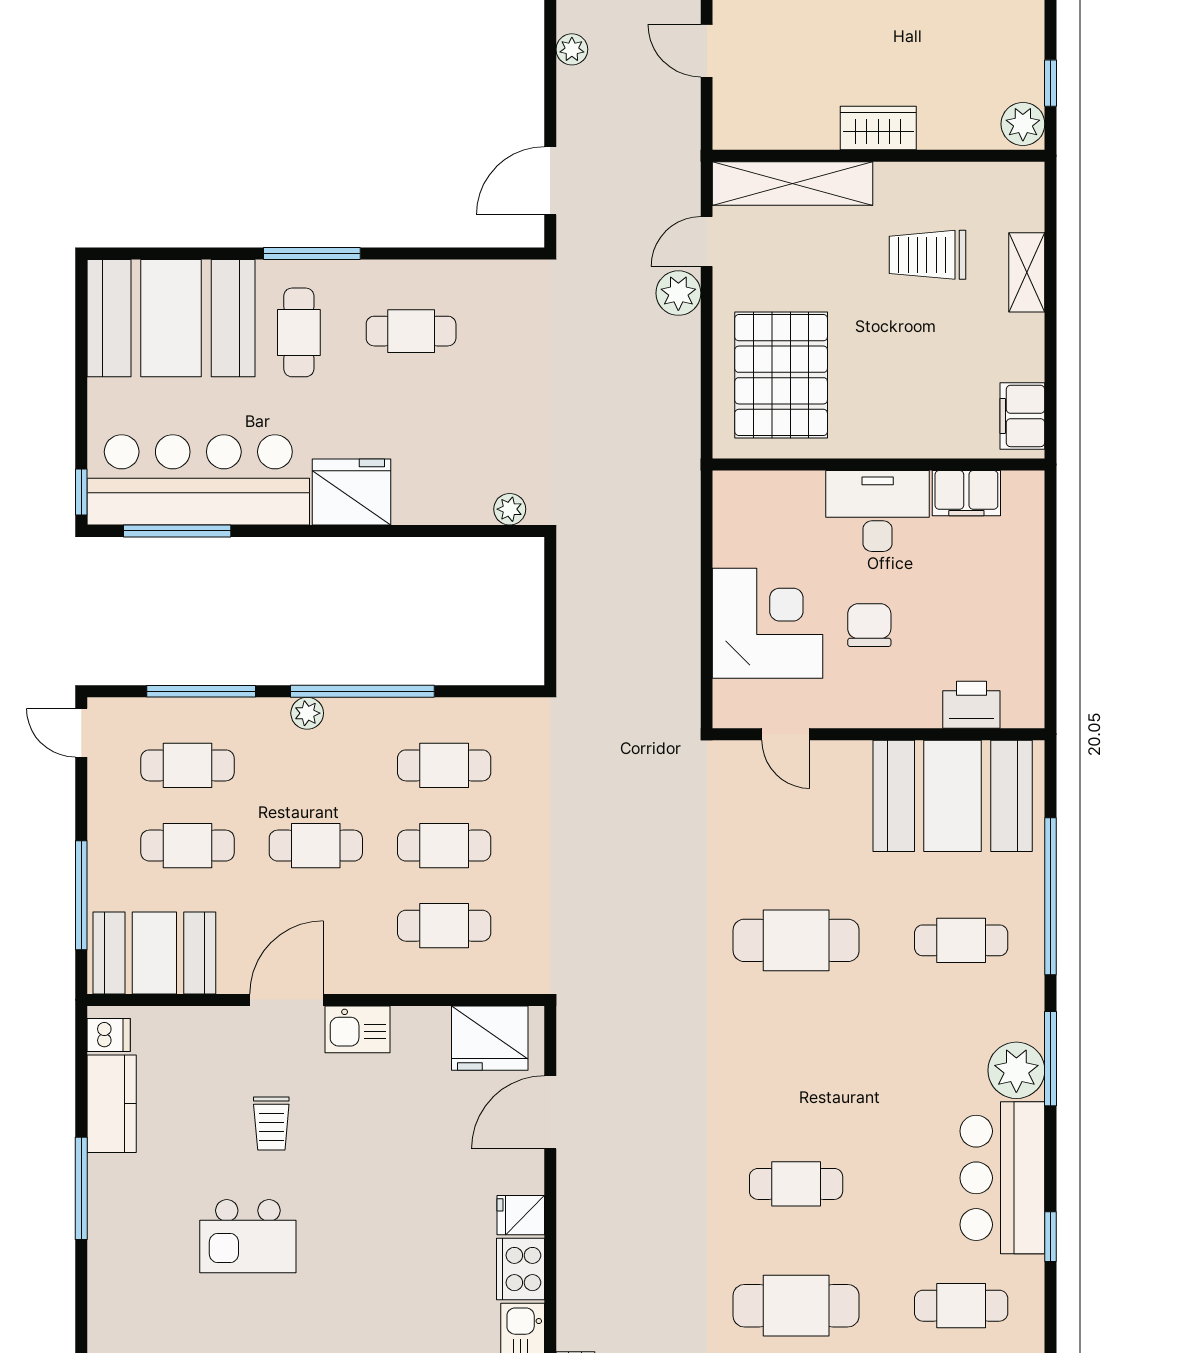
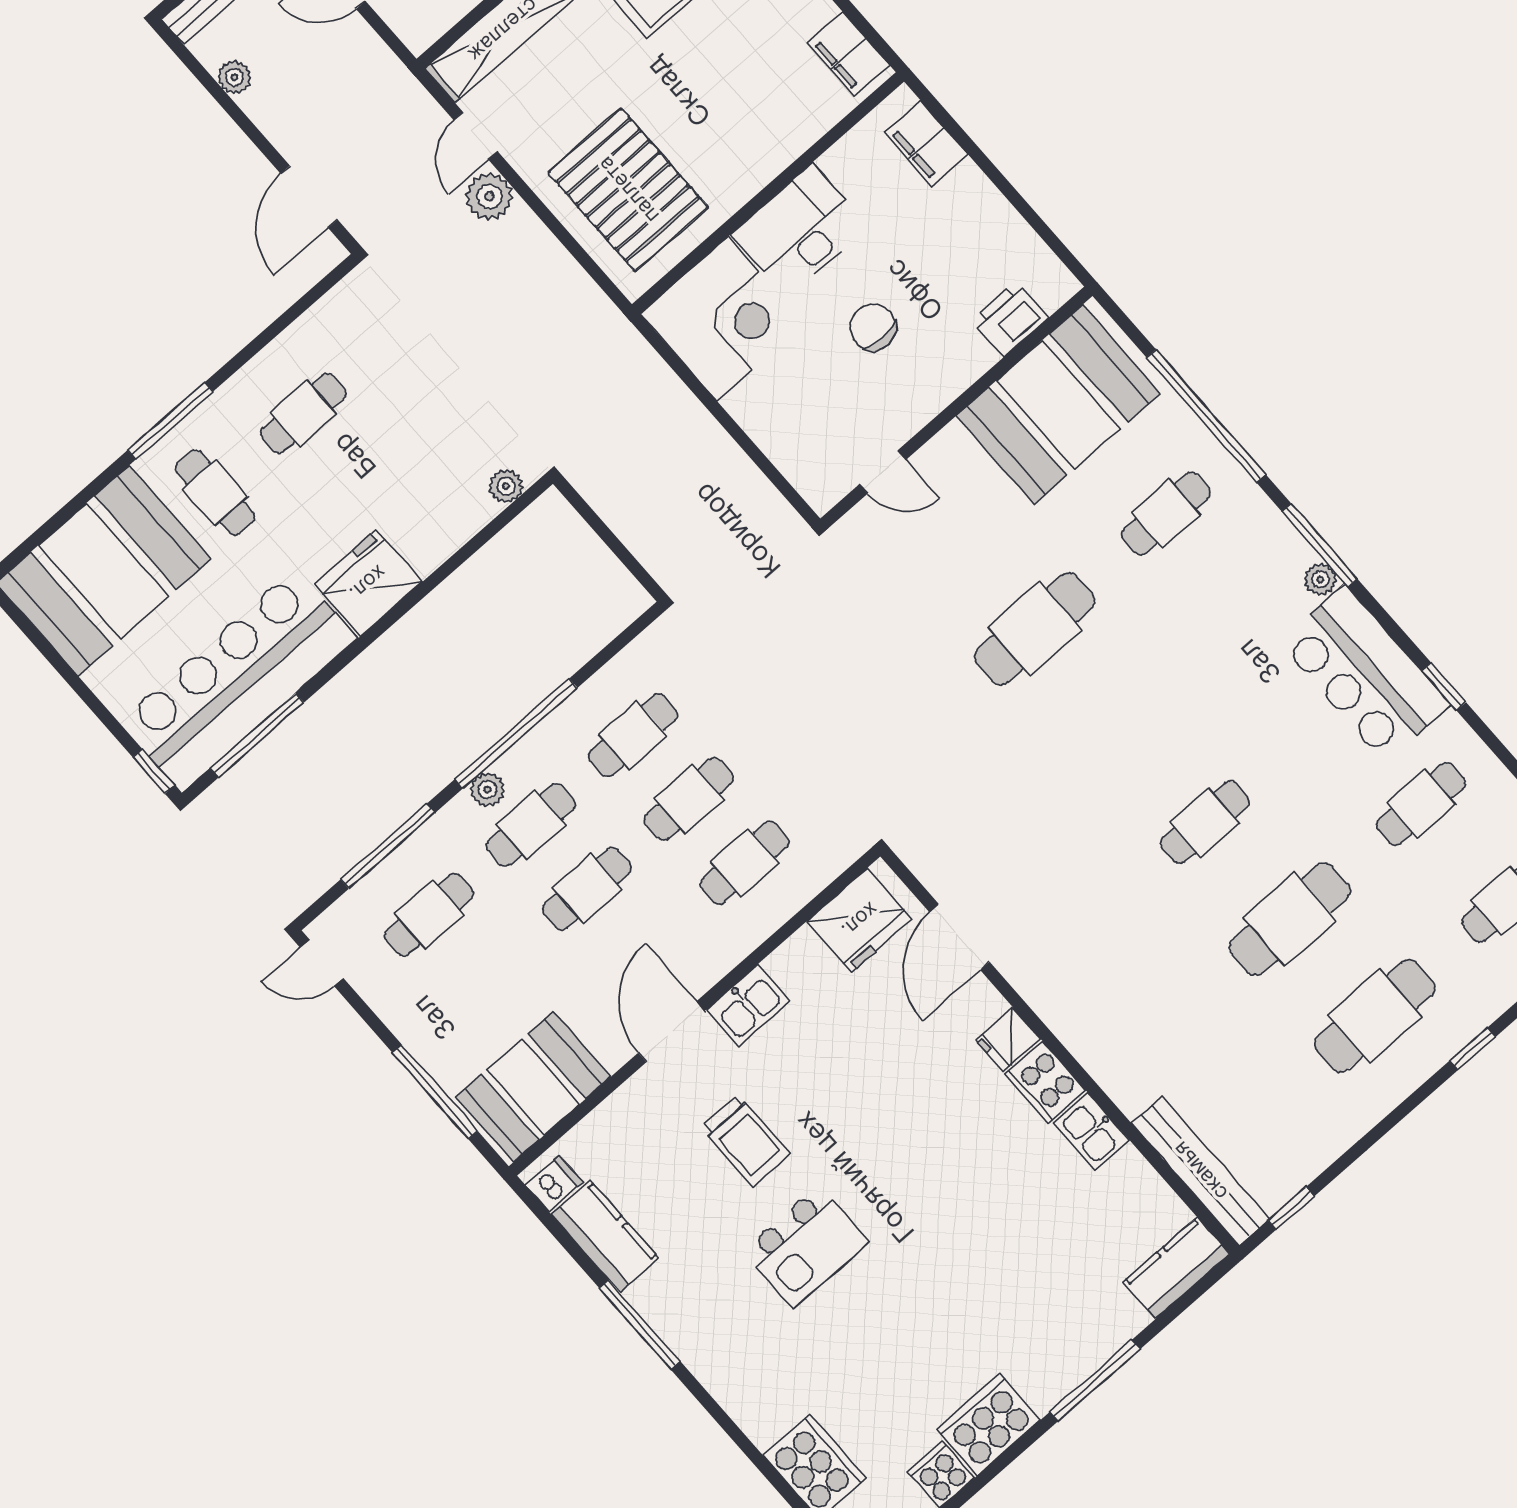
filing cabinet: (966, 493) -> (926, 143), moved, turned 90
corner desk: (768, 623) -> (722, 319), moved, turned 90
cafe table: (188, 846) -> (531, 825), moved
plant: (1016, 1070) -> (1320, 579), width x0.53, depth x0.53
trolley: (271, 1123) -> (746, 1141), width x1.36, depth x1.39

